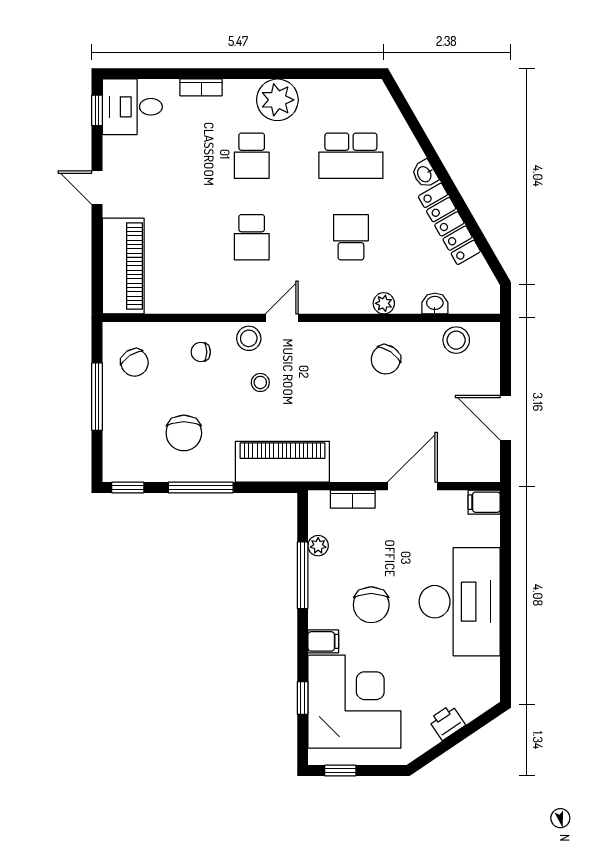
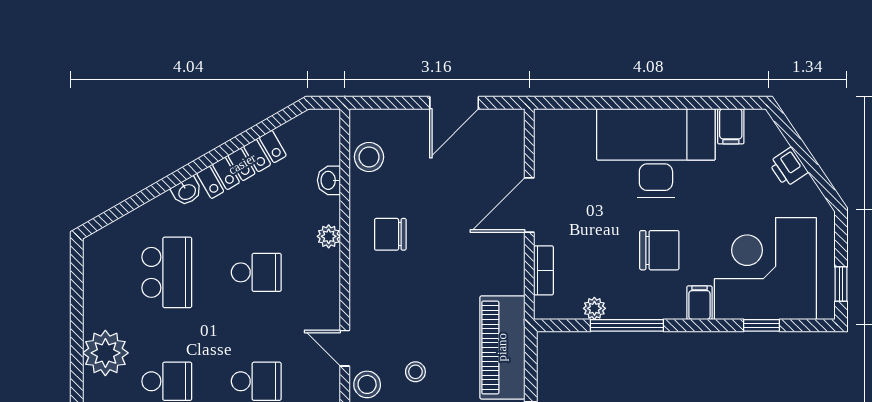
school desk: (351, 237) -> (256, 272), turned 180
chair: (386, 360) -> (390, 234), turned 146
door: (412, 486) -> (529, 205), hinge flipped
filing cabinet: (484, 502) -> (731, 126), moved

